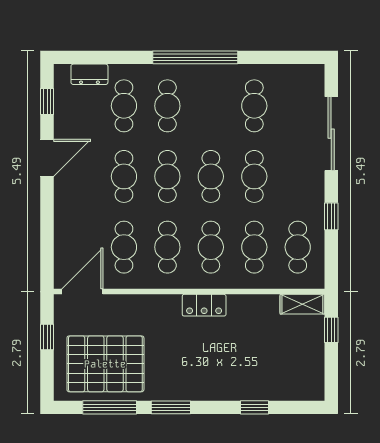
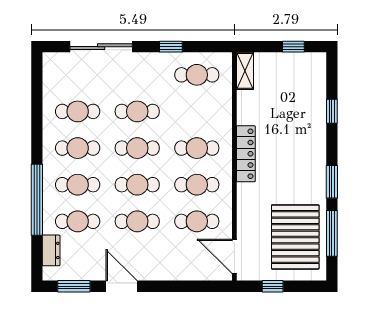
window: (195, 57) -> (37, 200), moved
window: (47, 101) -> (74, 286), width x1.50
cafe table: (254, 247) -> (78, 148), moved
locker: (204, 305) -> (246, 154), width x1.53
window: (331, 330) -> (293, 47), moved

